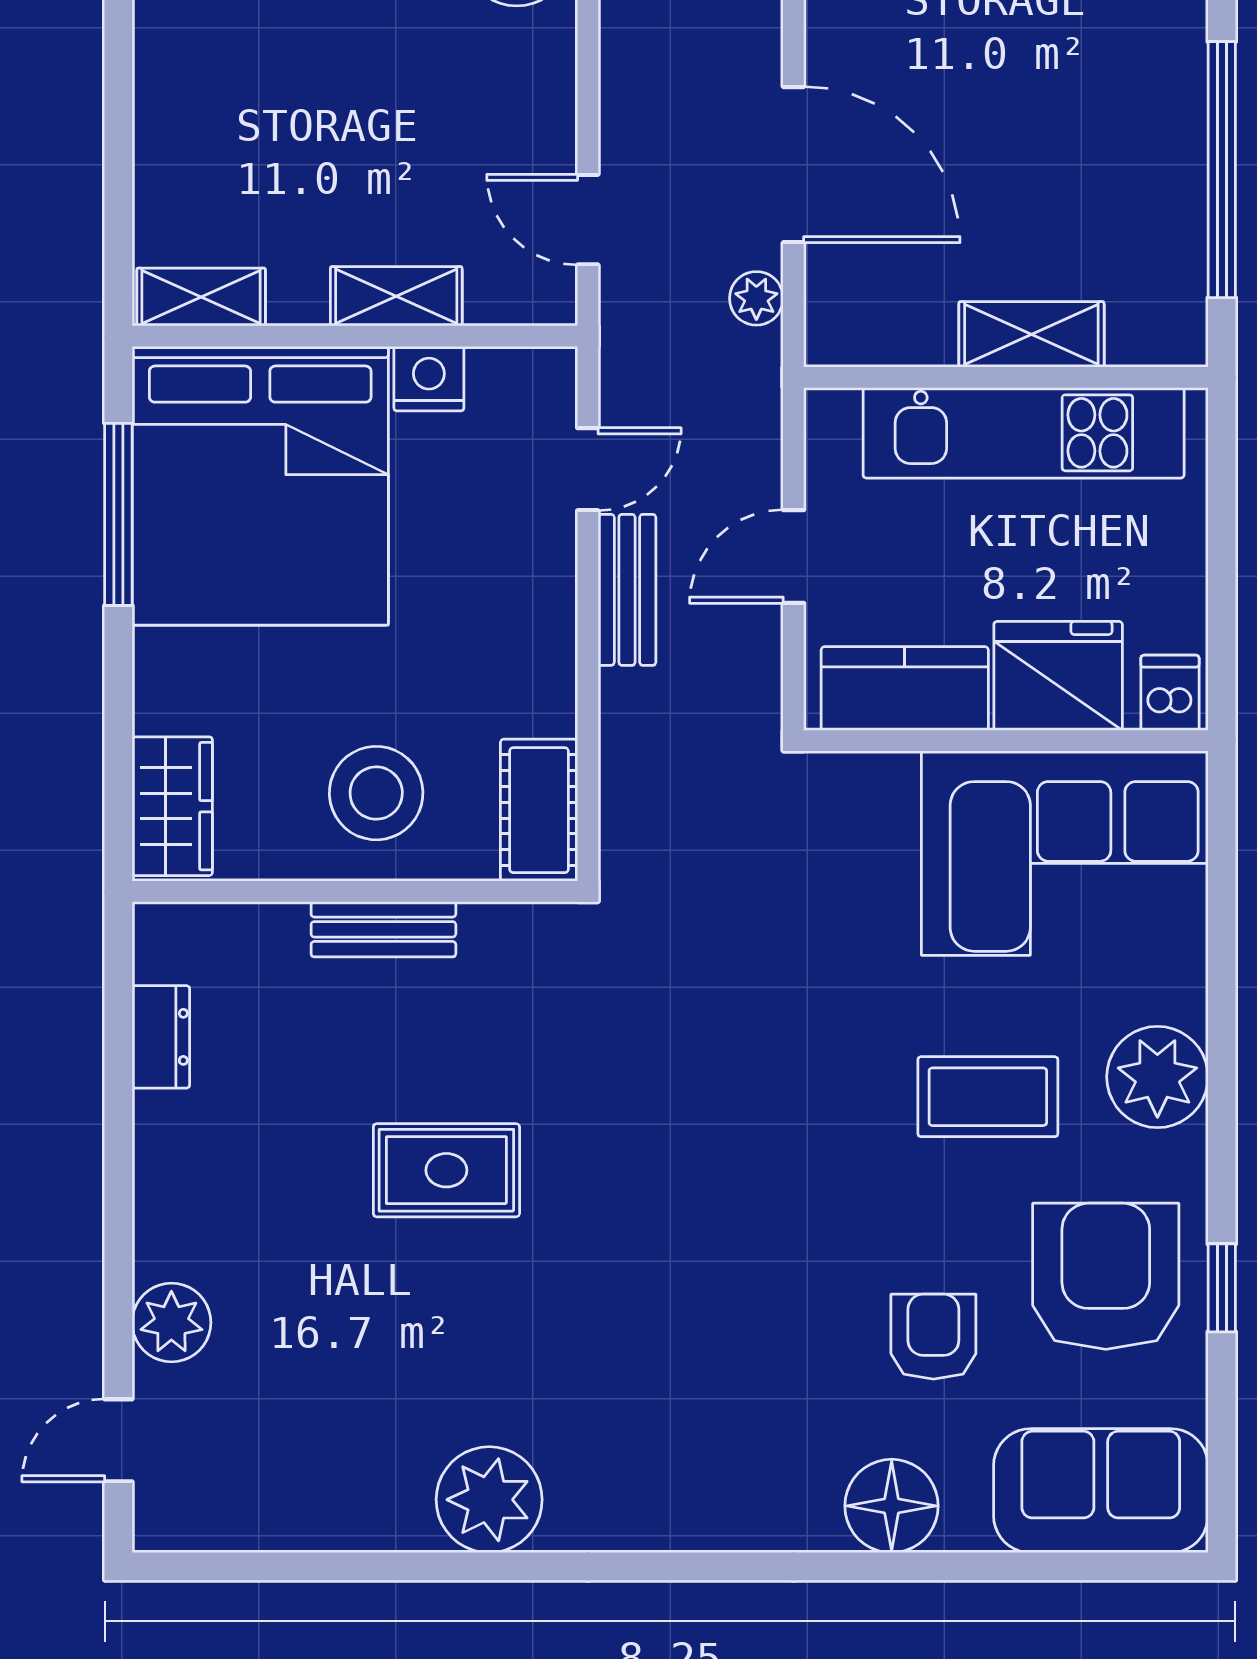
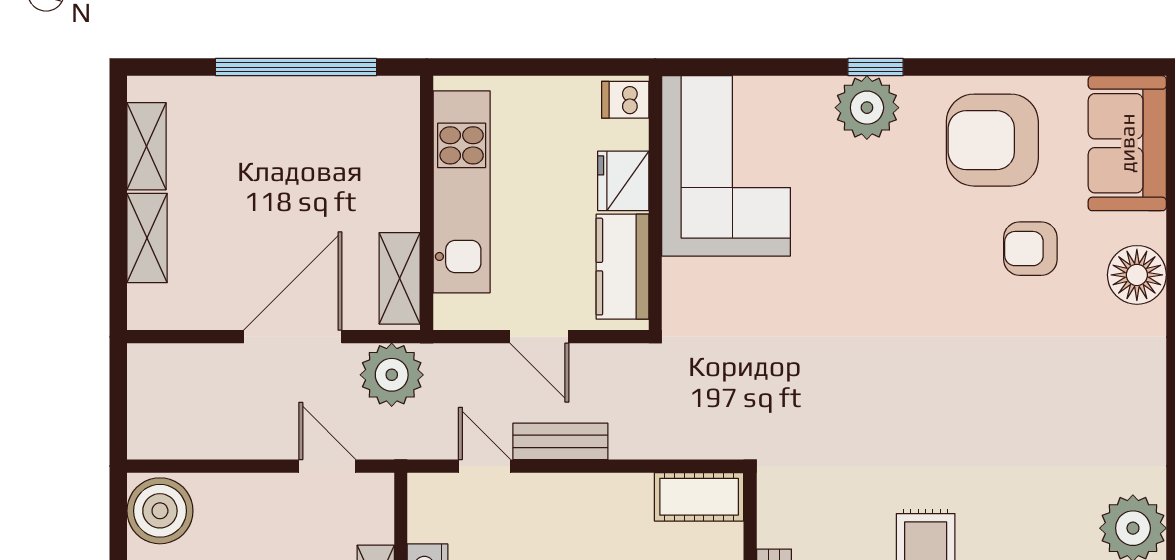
door: (588, 220) -> (327, 466), swing flipped
plant: (756, 298) -> (392, 375), width x1.88, depth x1.88
shelving: (1031, 334) -> (400, 278), moved
fridge: (1058, 676) -> (623, 181), width x0.73, depth x0.75
coffee table: (988, 1097) -> (879, 214), removed
window: (1222, 1288) -> (876, 67), moved

